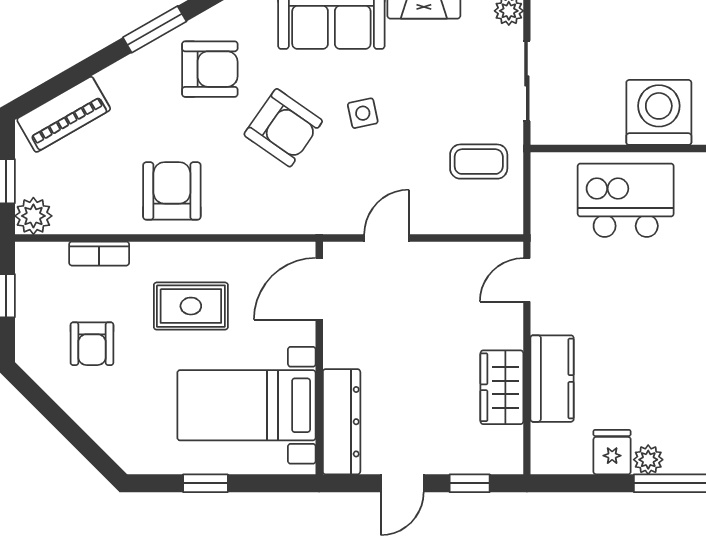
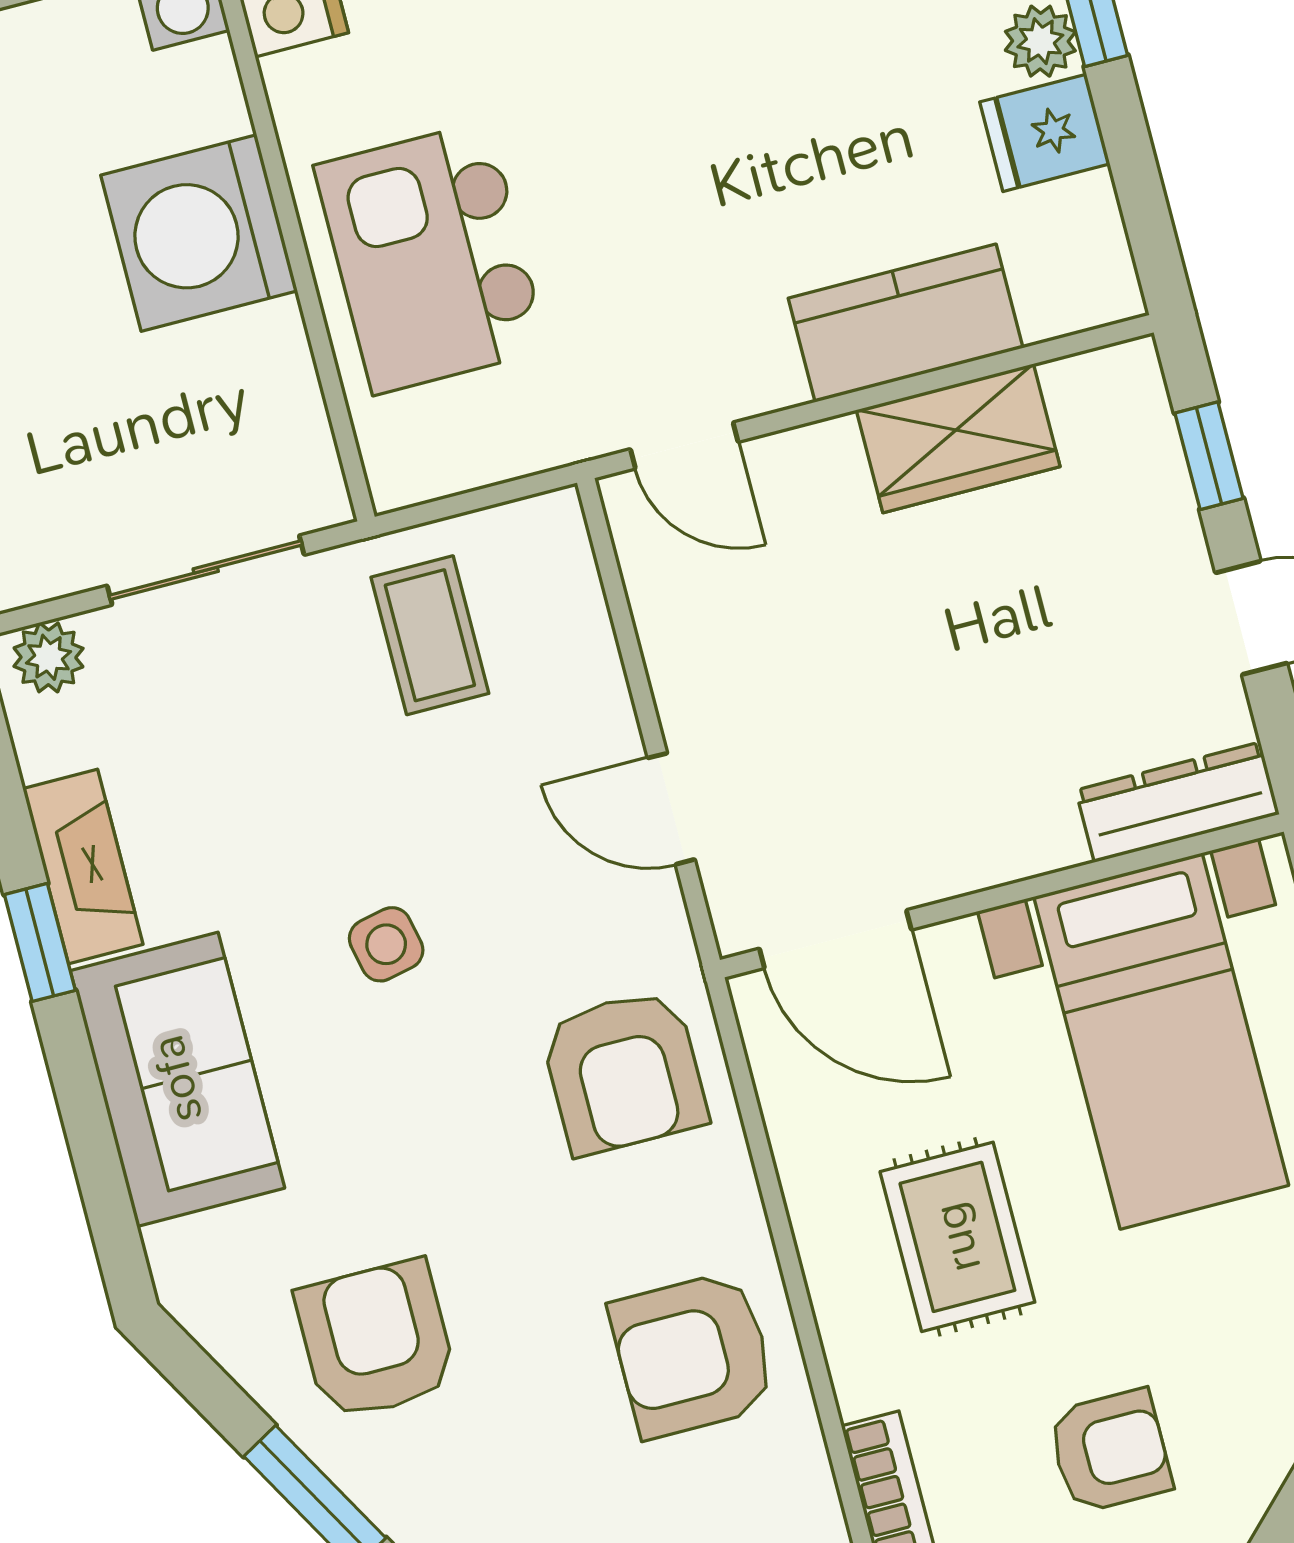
armchair: (283, 128) -> (624, 1072), moved, turned 145
dresser: (342, 422) -> (1177, 802), width x0.73, depth x0.80

